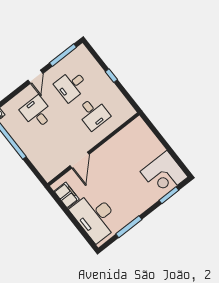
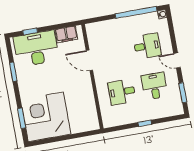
window: (63, 55) -> (183, 93), width x0.69
corner desk: (164, 174) -> (46, 117), width x1.36, depth x1.36
window: (129, 227) -> (13, 72), width x0.69
window: (82, 231) -> (30, 31), added

